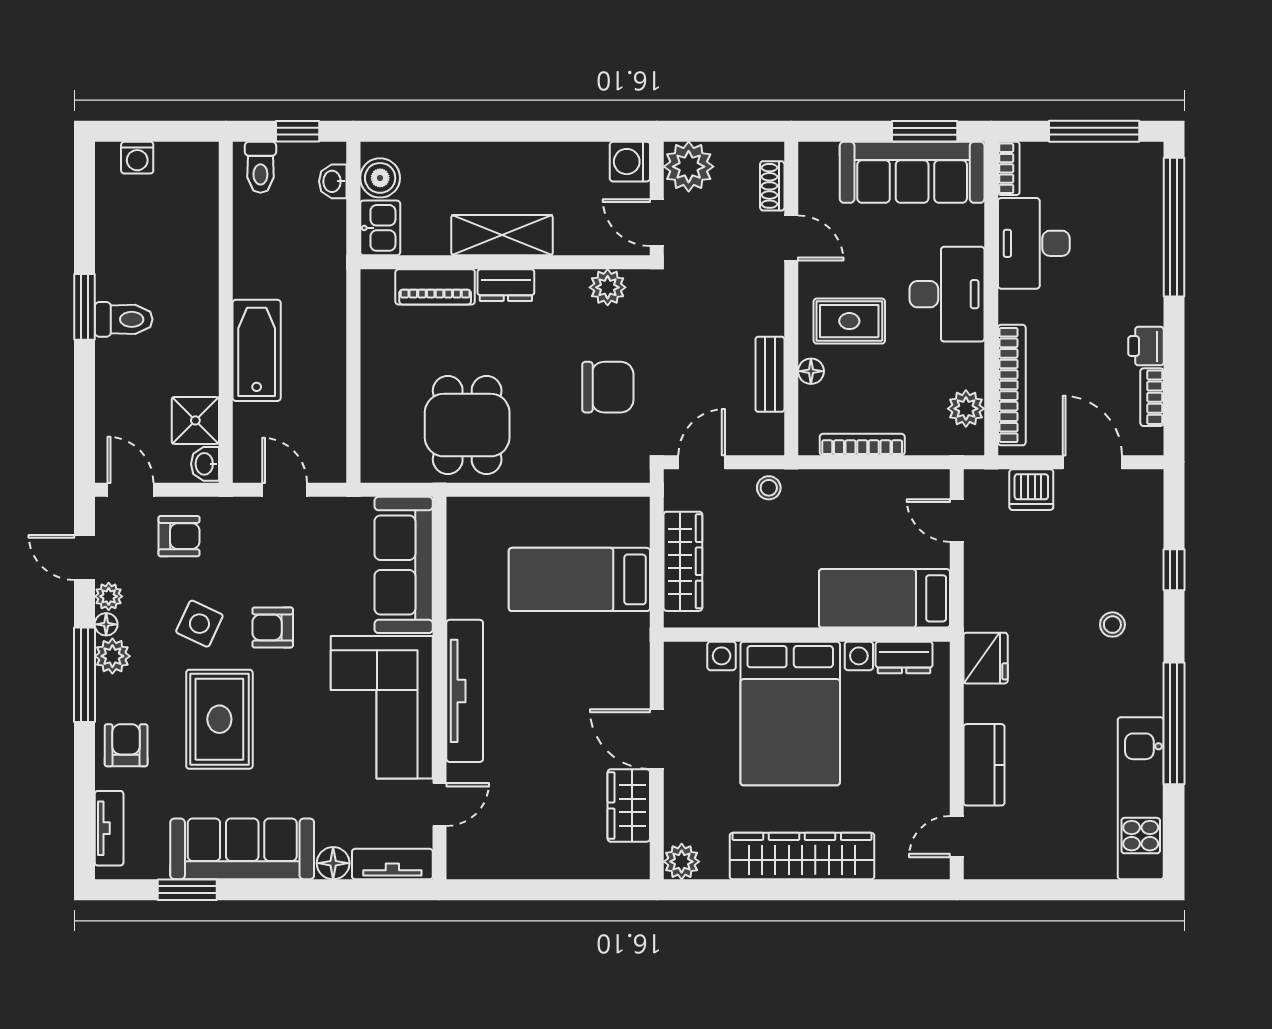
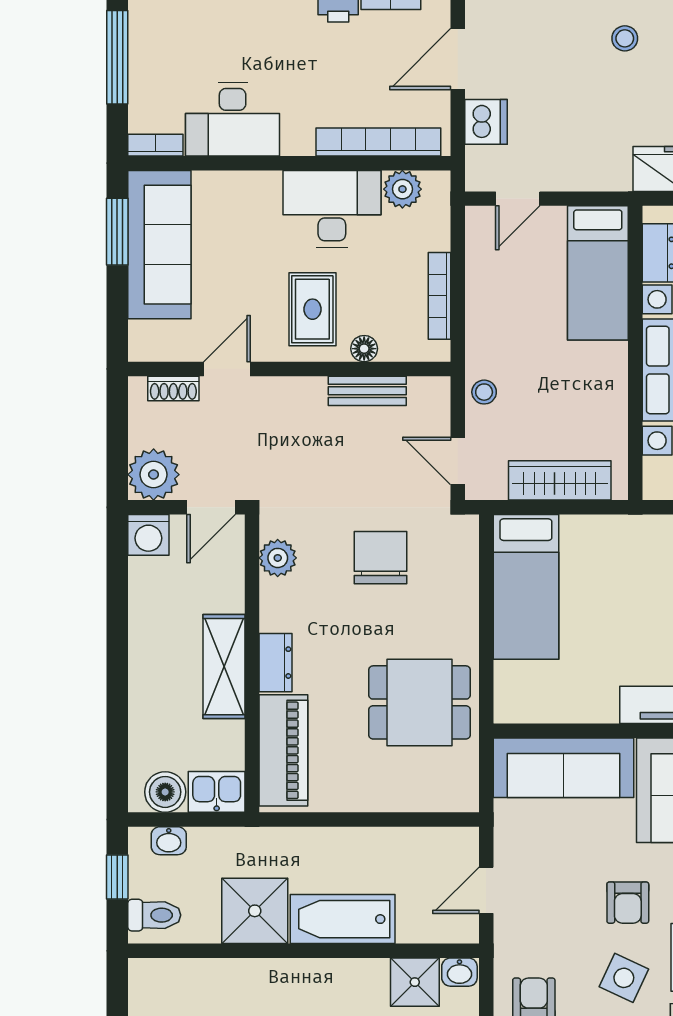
shower: (265, 265) -> (255, 911), added
piano: (435, 287) -> (283, 750), width x1.37, depth x1.33
desk: (947, 294) -> (332, 209), moved
bed: (579, 579) -> (526, 587), moved

